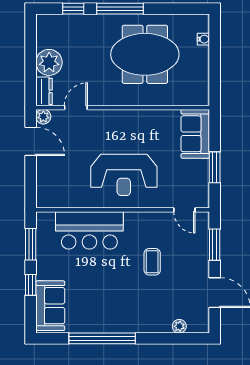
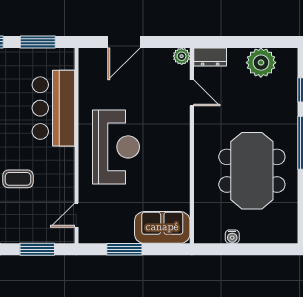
water cooler: (203, 39) -> (232, 237), moved
plant: (49, 62) -> (261, 63), moved
door: (31, 141) -> (124, 42), moved
reception desk: (124, 175) -> (116, 147), turned 180

